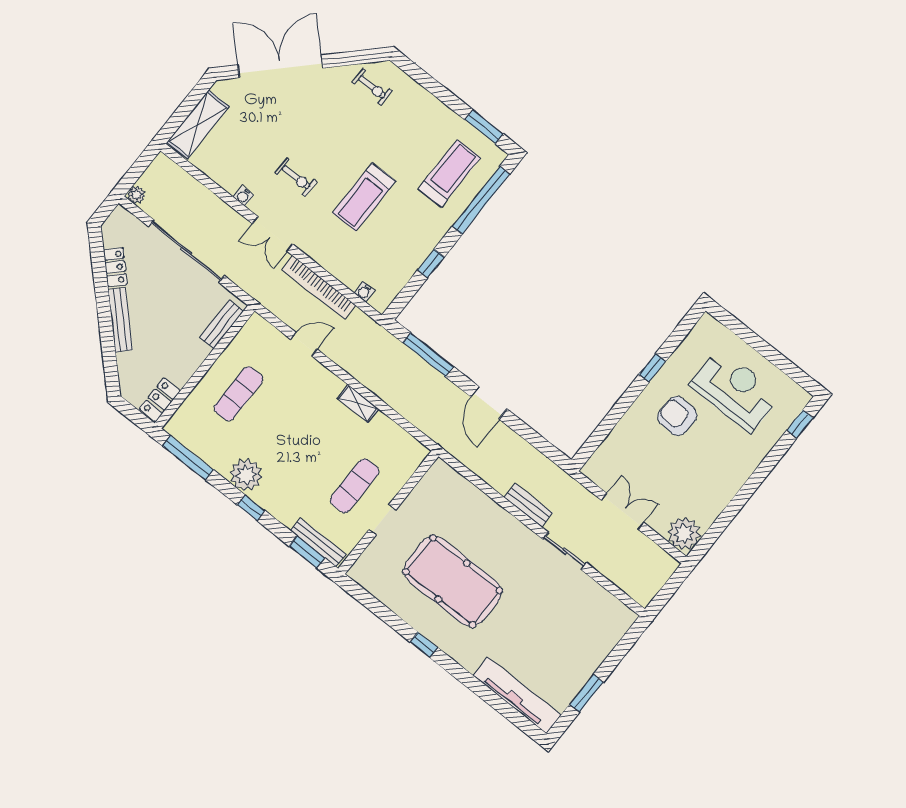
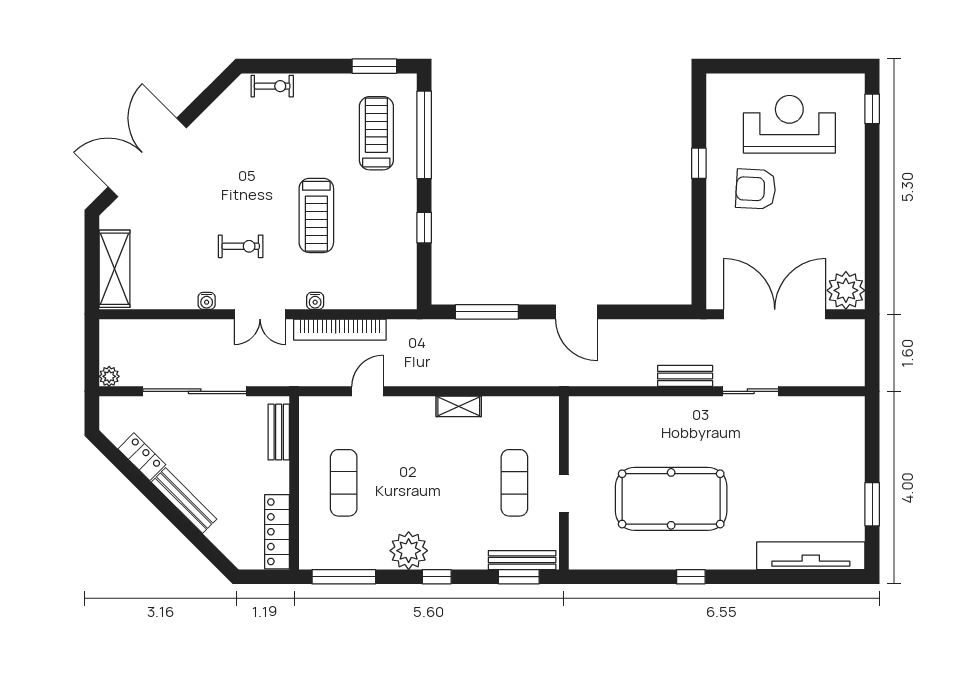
exercise bike: (372, 87) -> (272, 86), moved
water cooler: (364, 292) -> (315, 301), moved
locker: (160, 400) -> (277, 532), width x1.53
double door: (623, 511) -> (775, 314), width x1.87

